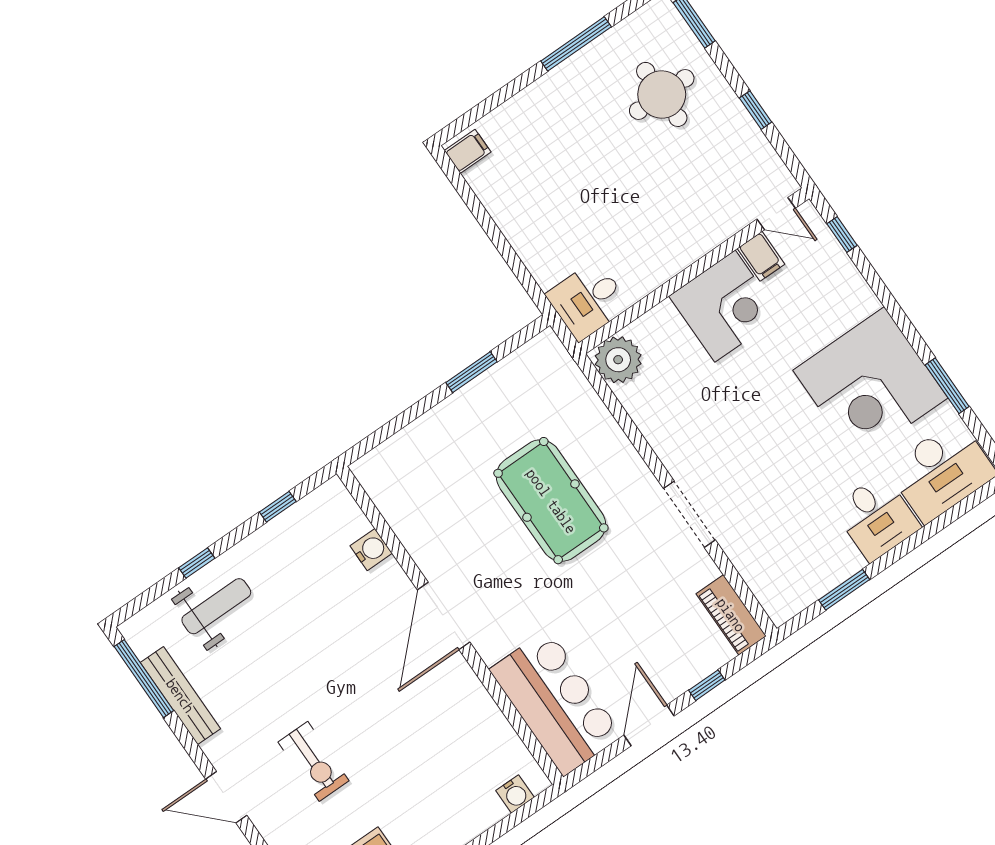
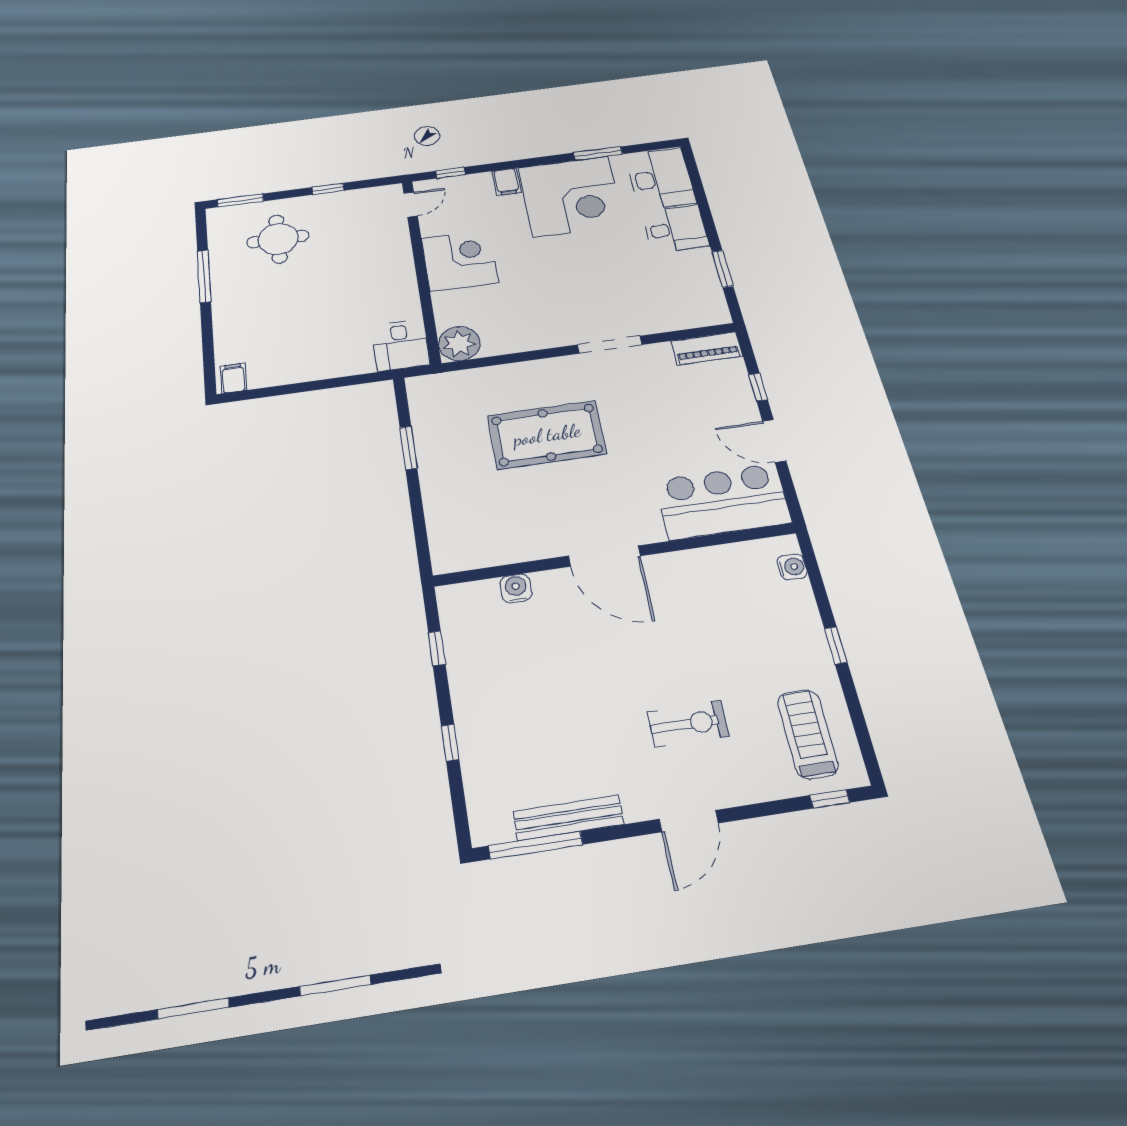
filing cabinet: (761, 256) -> (507, 182), moved, turned 90
weight bench: (216, 606) -> (499, 744), removed

